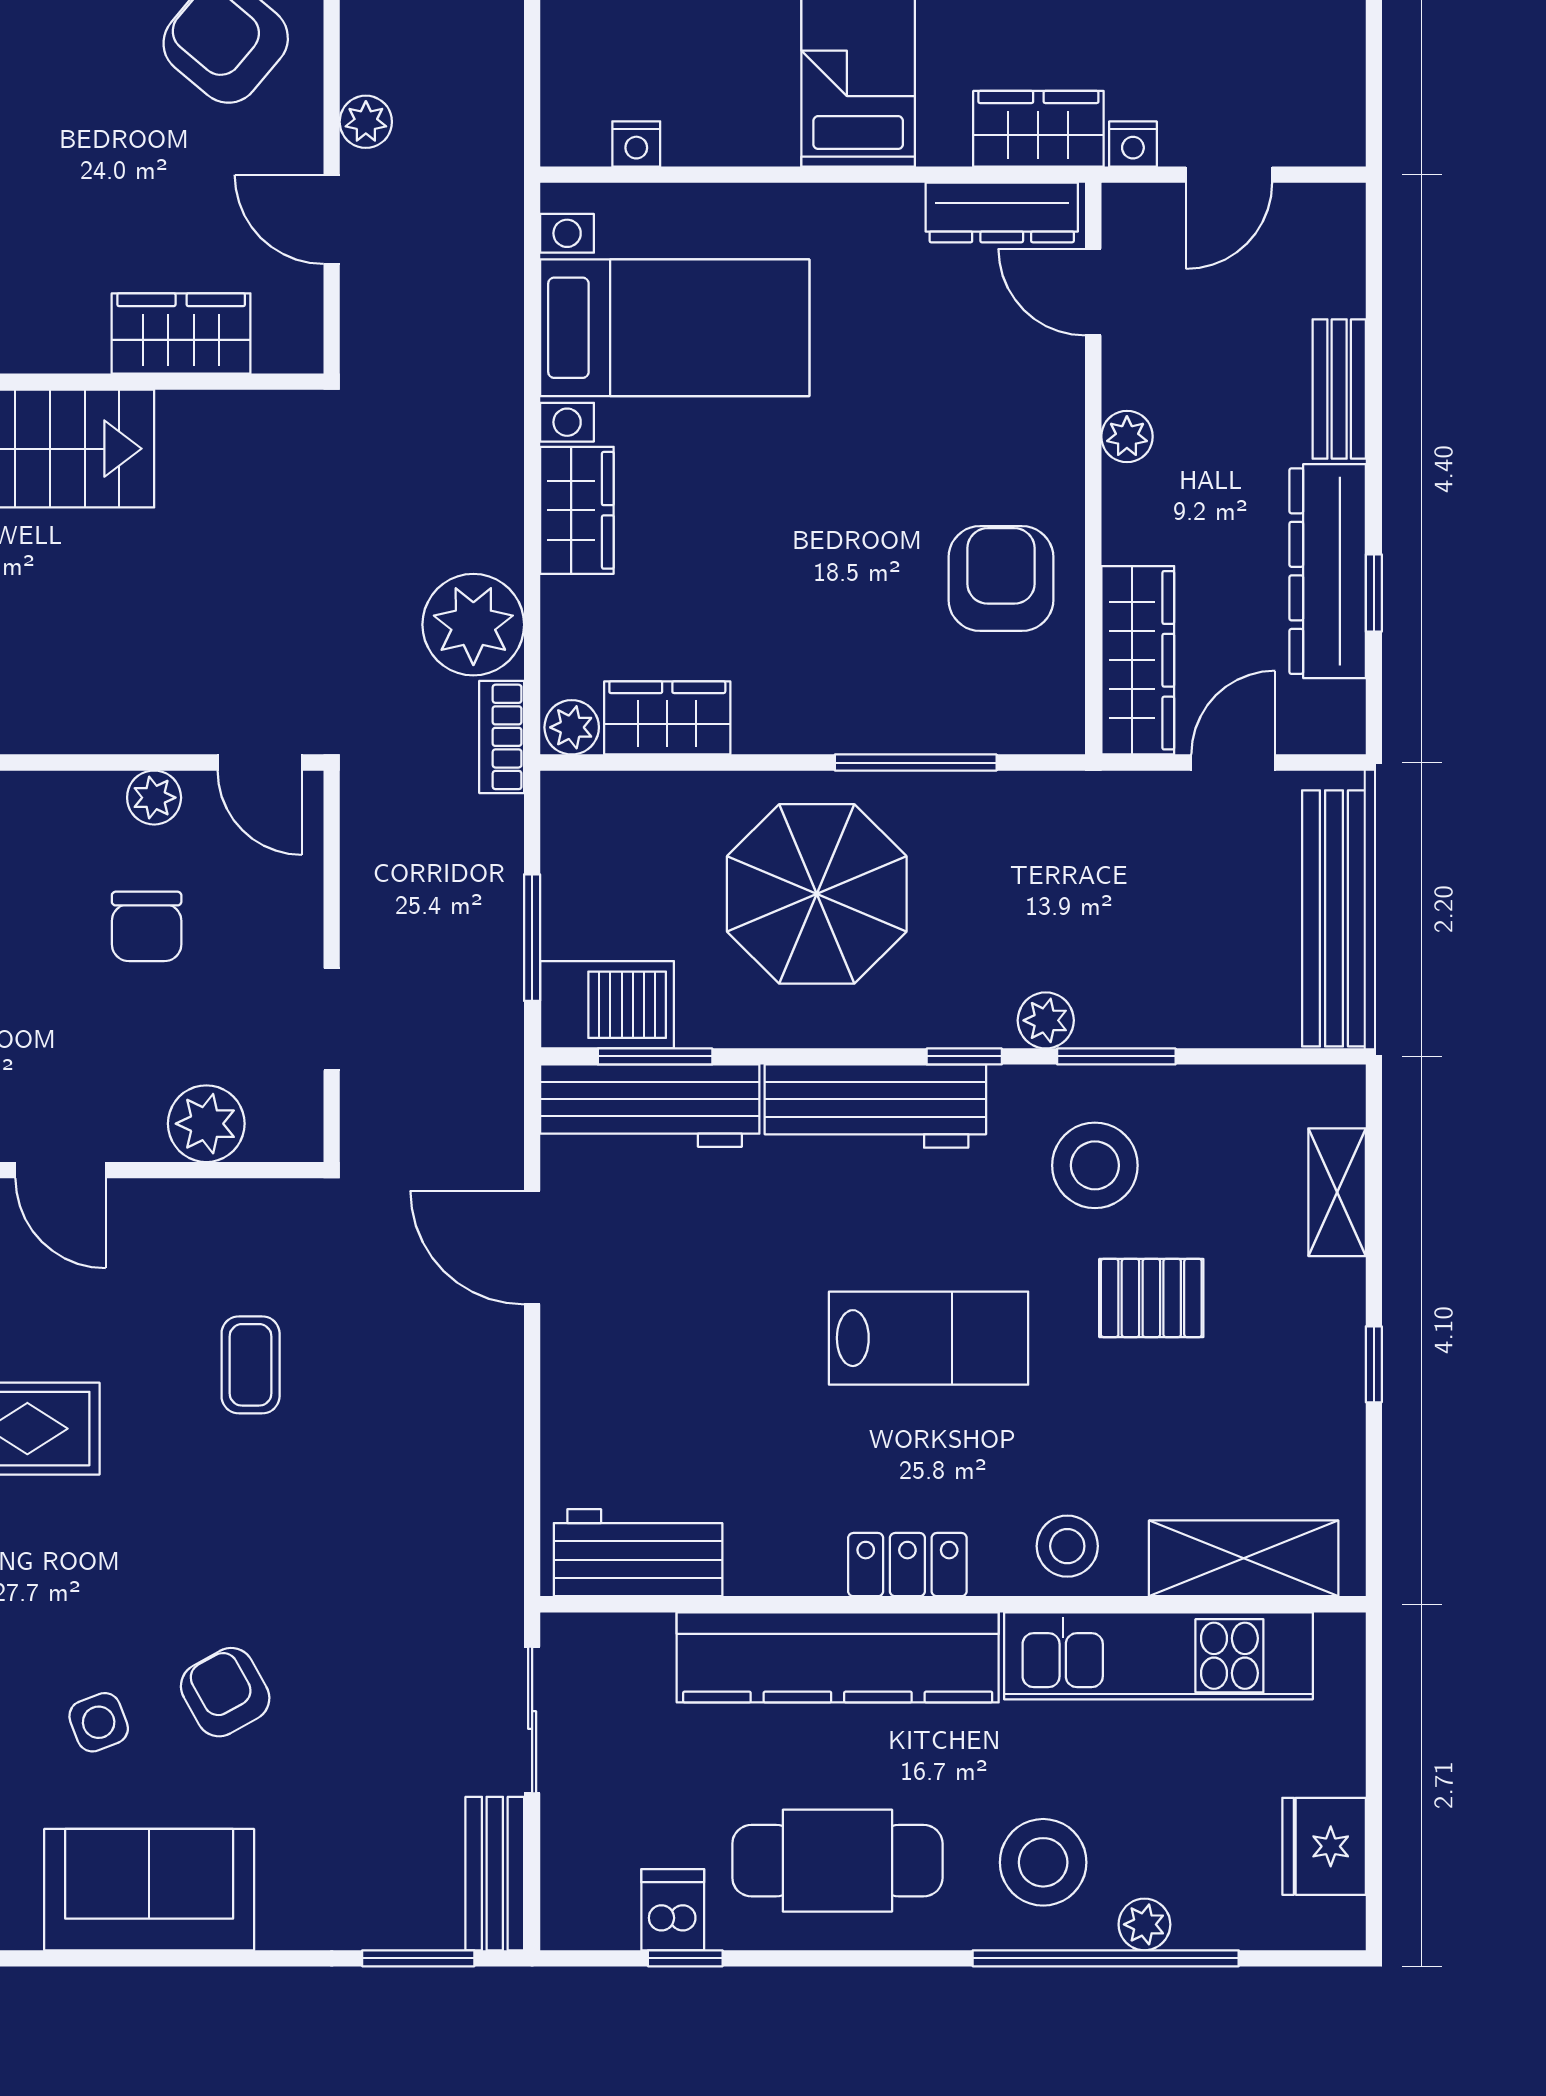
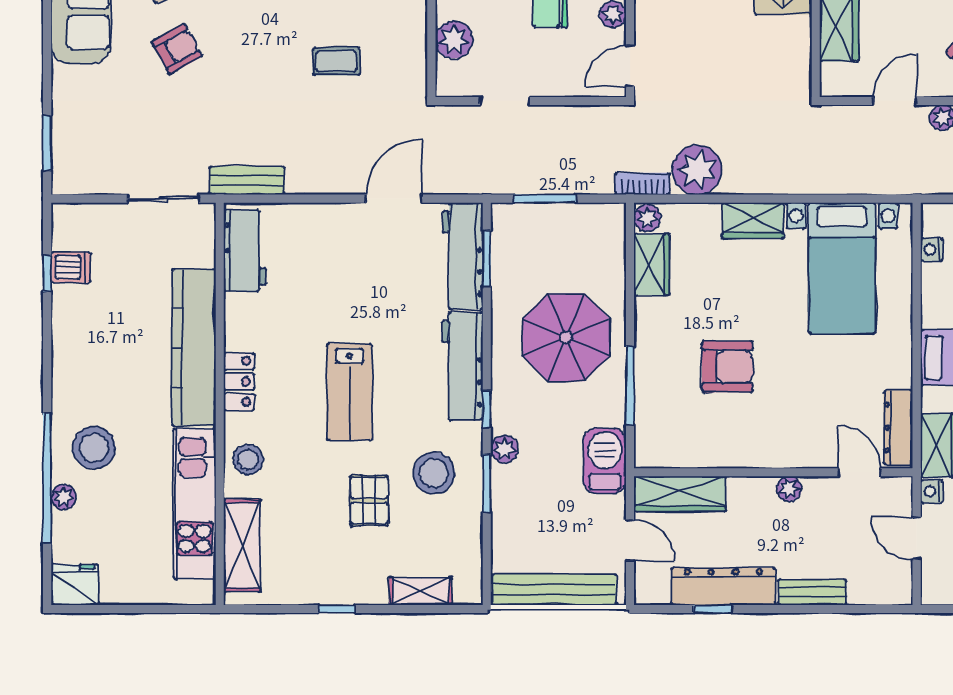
door: (1093, 292) -> (859, 472), hinge flipped
armchair: (1001, 579) -> (727, 367), moved
barbecue: (607, 1005) -> (605, 461), moved, turned 180
fridge: (1324, 1846) -> (75, 585), moved
cafe table: (837, 1861) -> (95, 347), removed
bench: (495, 1874) -> (247, 180), moved

